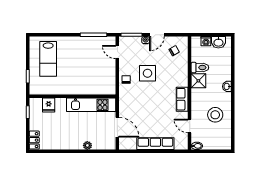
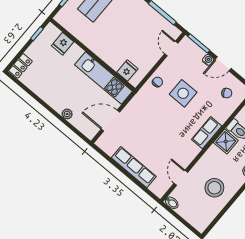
fridge: (102, 88) -> (127, 71), added
row of seats: (182, 99) -> (207, 133), moved
door: (117, 127) -> (110, 121), swing flipped

